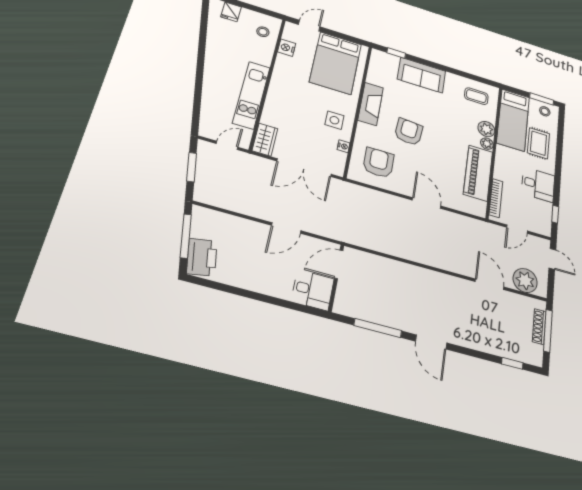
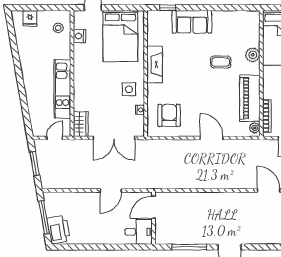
coffee table: (476, 96) -> (221, 62), moved
armchair: (409, 132) -> (189, 80), removed
plant: (487, 144) -> (255, 128), moved

